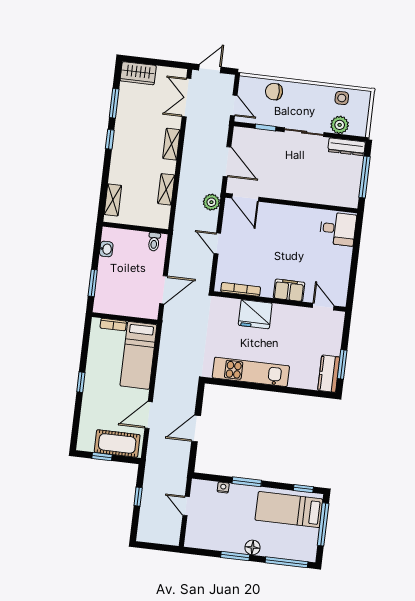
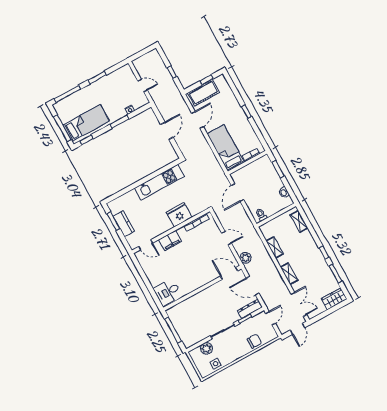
door: (234, 105) -> (271, 318), swing flipped
dresser: (347, 147) -> (250, 309), moved
kitchen counter: (329, 374) -> (124, 224), moved
floor lamp: (252, 547) -> (91, 89), removed

